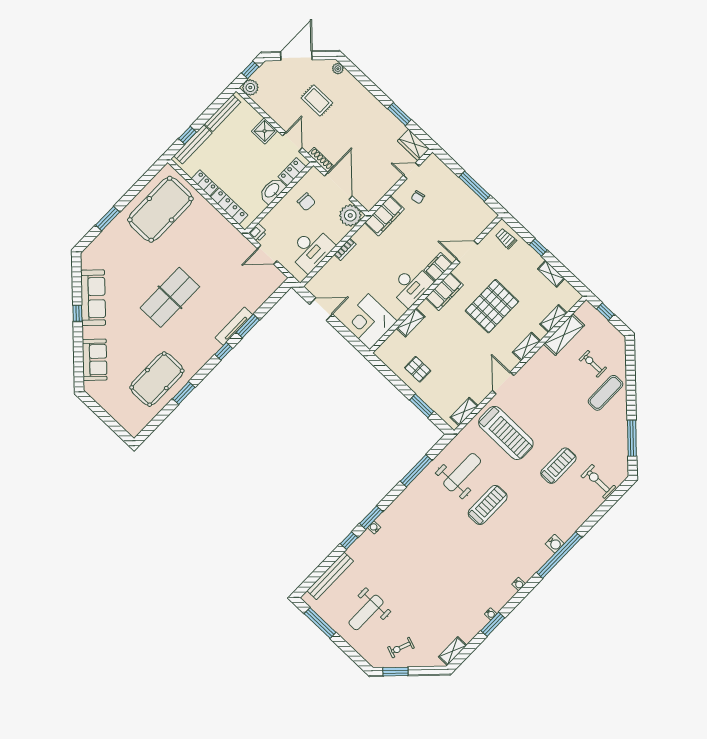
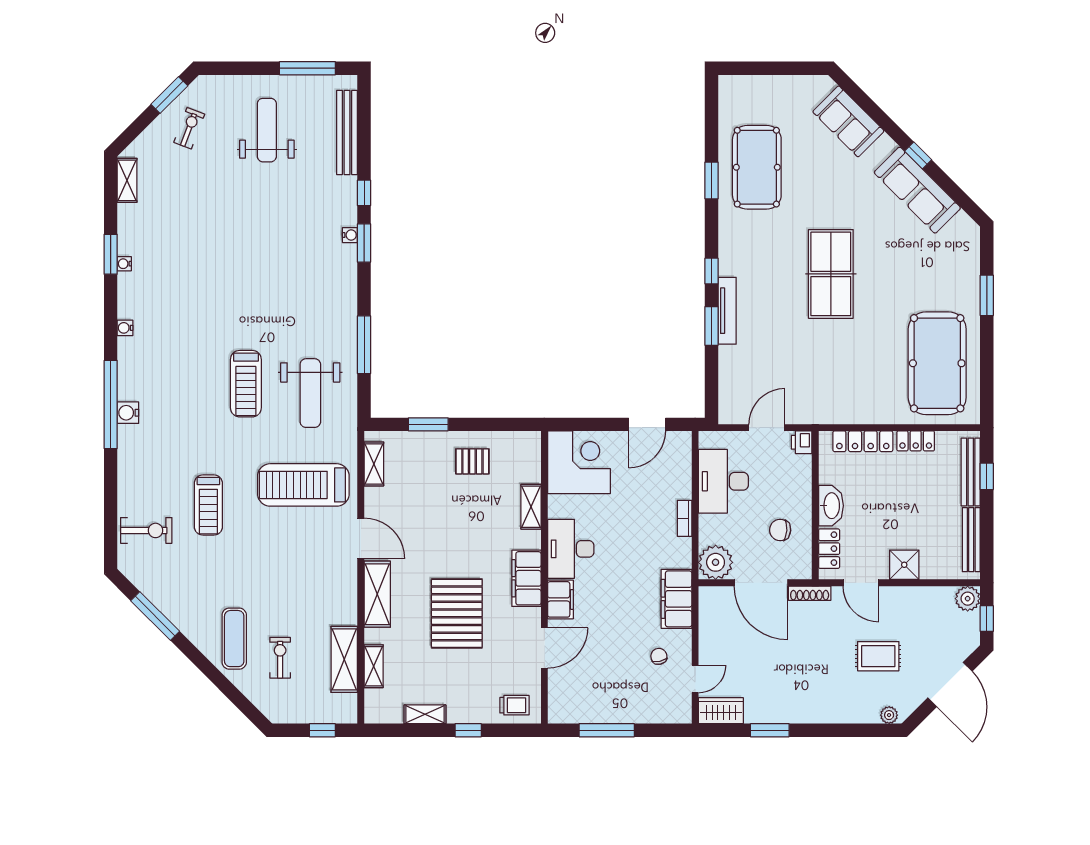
shelving: (526, 347) -> (377, 594), width x1.50, depth x1.33
exercise bike: (593, 364) -> (280, 658), turned -90

